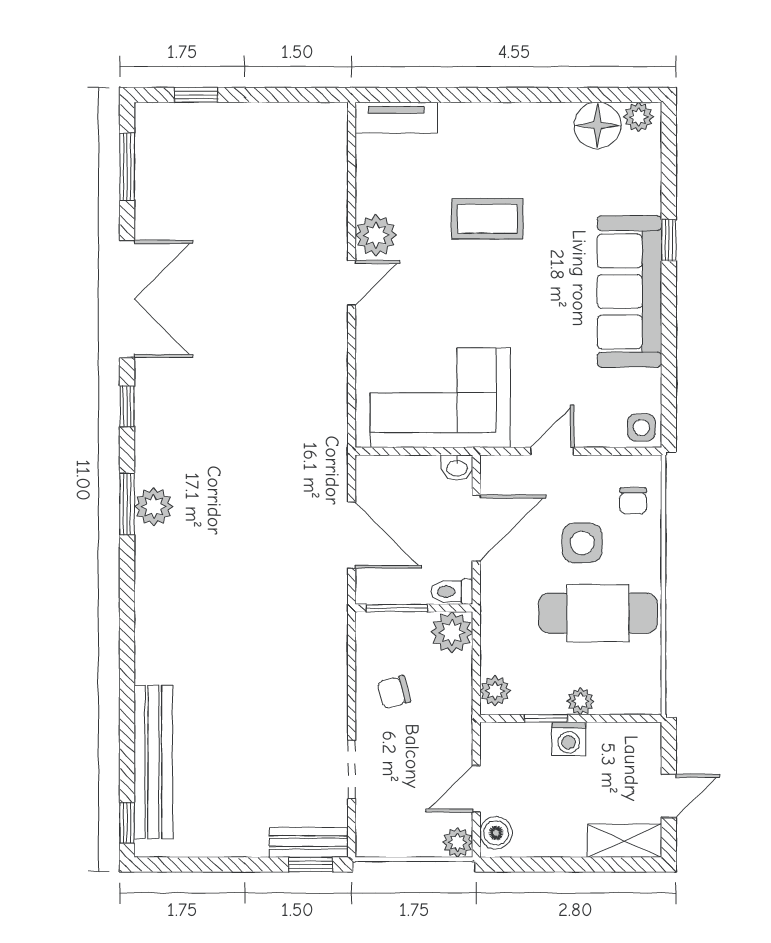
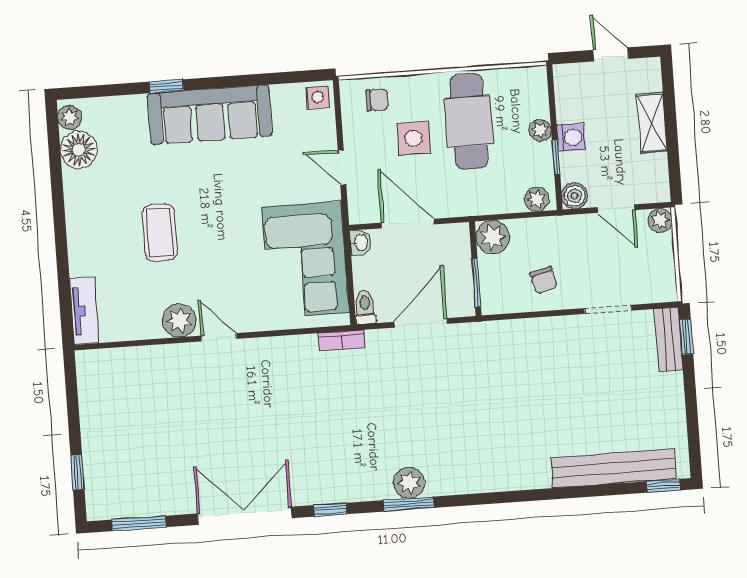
bookcase: (337, 435) -> (341, 340), added
toilet: (452, 592) -> (365, 307), moved, turned 180
boiler: (496, 833) -> (575, 196), moved
shelving: (624, 841) -> (652, 123), moved

